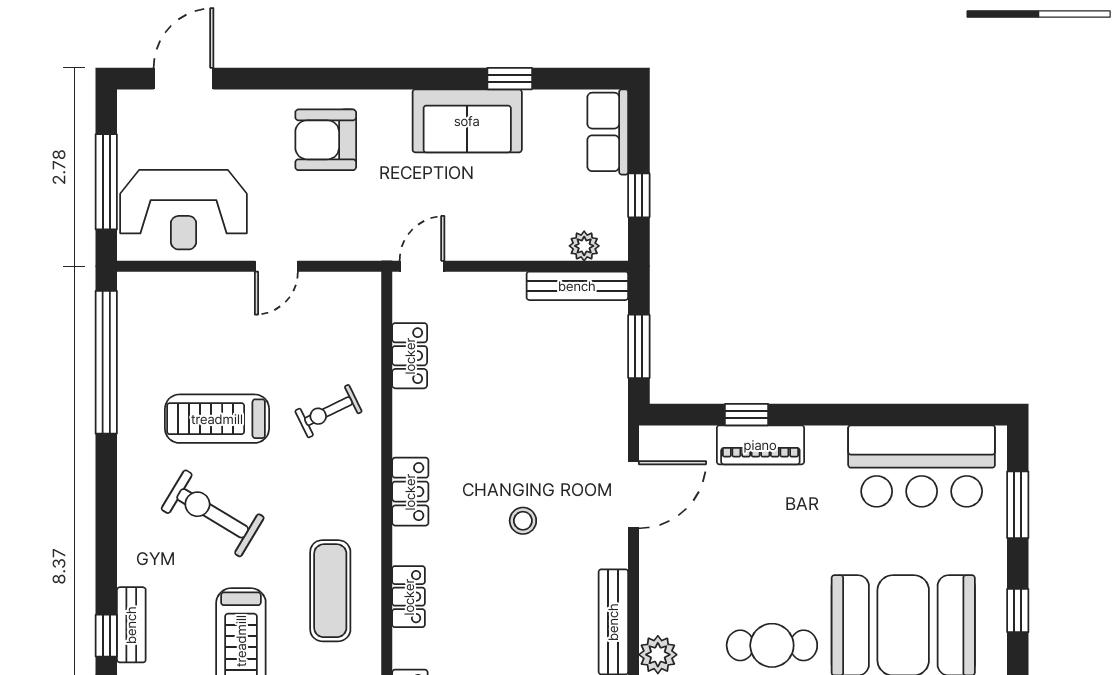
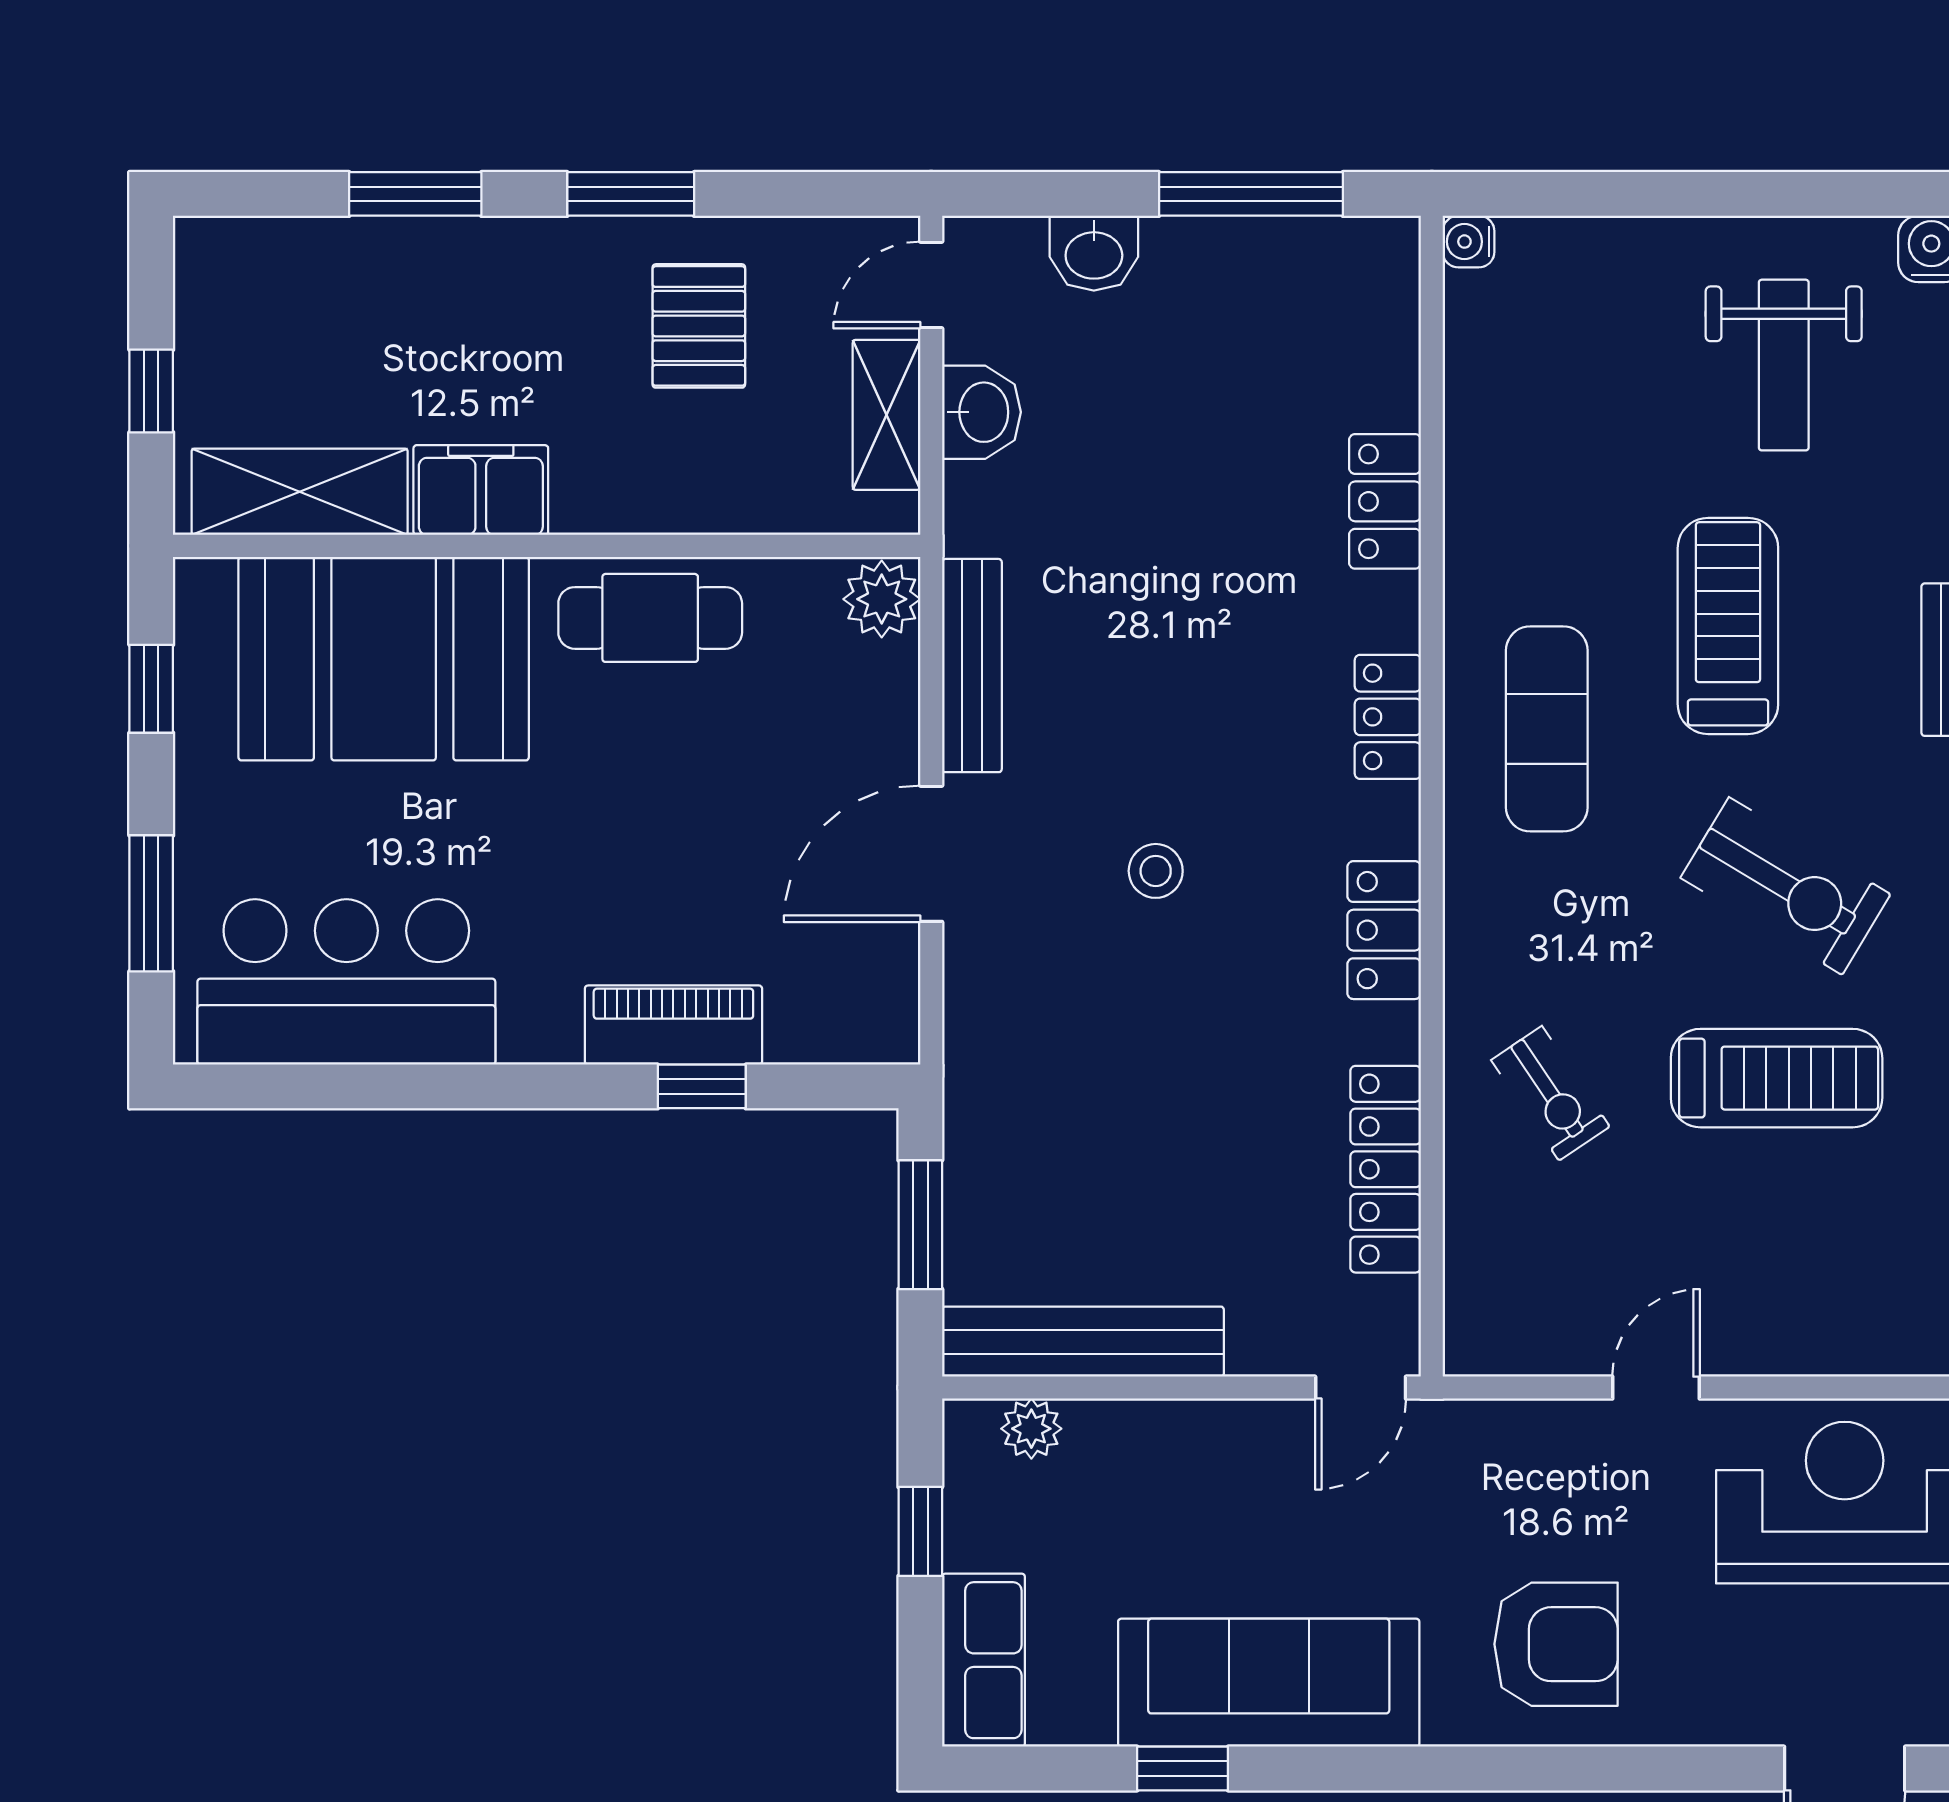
sofa: (467, 121) -> (1269, 1683), width x1.36
bench: (577, 286) -> (1083, 1342), width x1.37, depth x1.21
locker: (410, 356) -> (1386, 1169), width x1.53
exercise bike: (328, 411) -> (1550, 1093), turned 82
door: (633, 495) -> (931, 854), moved

